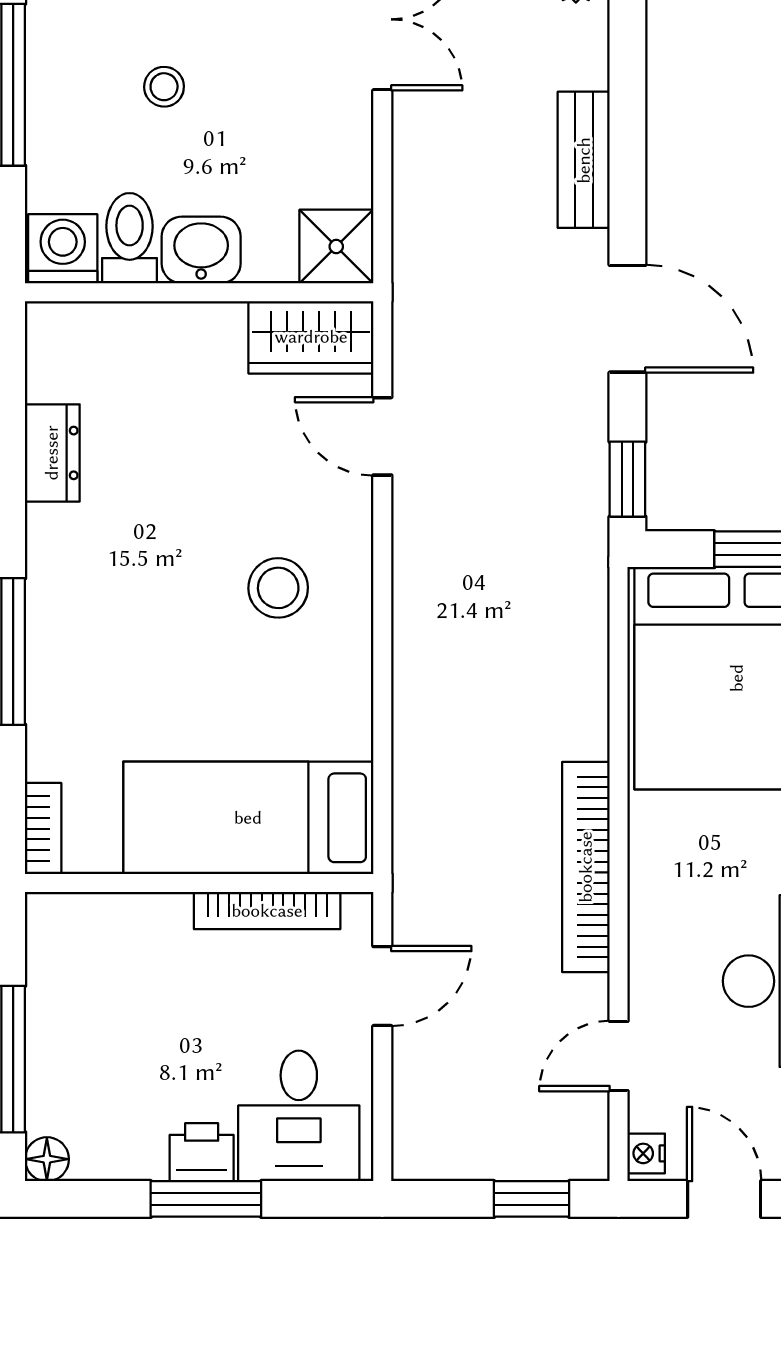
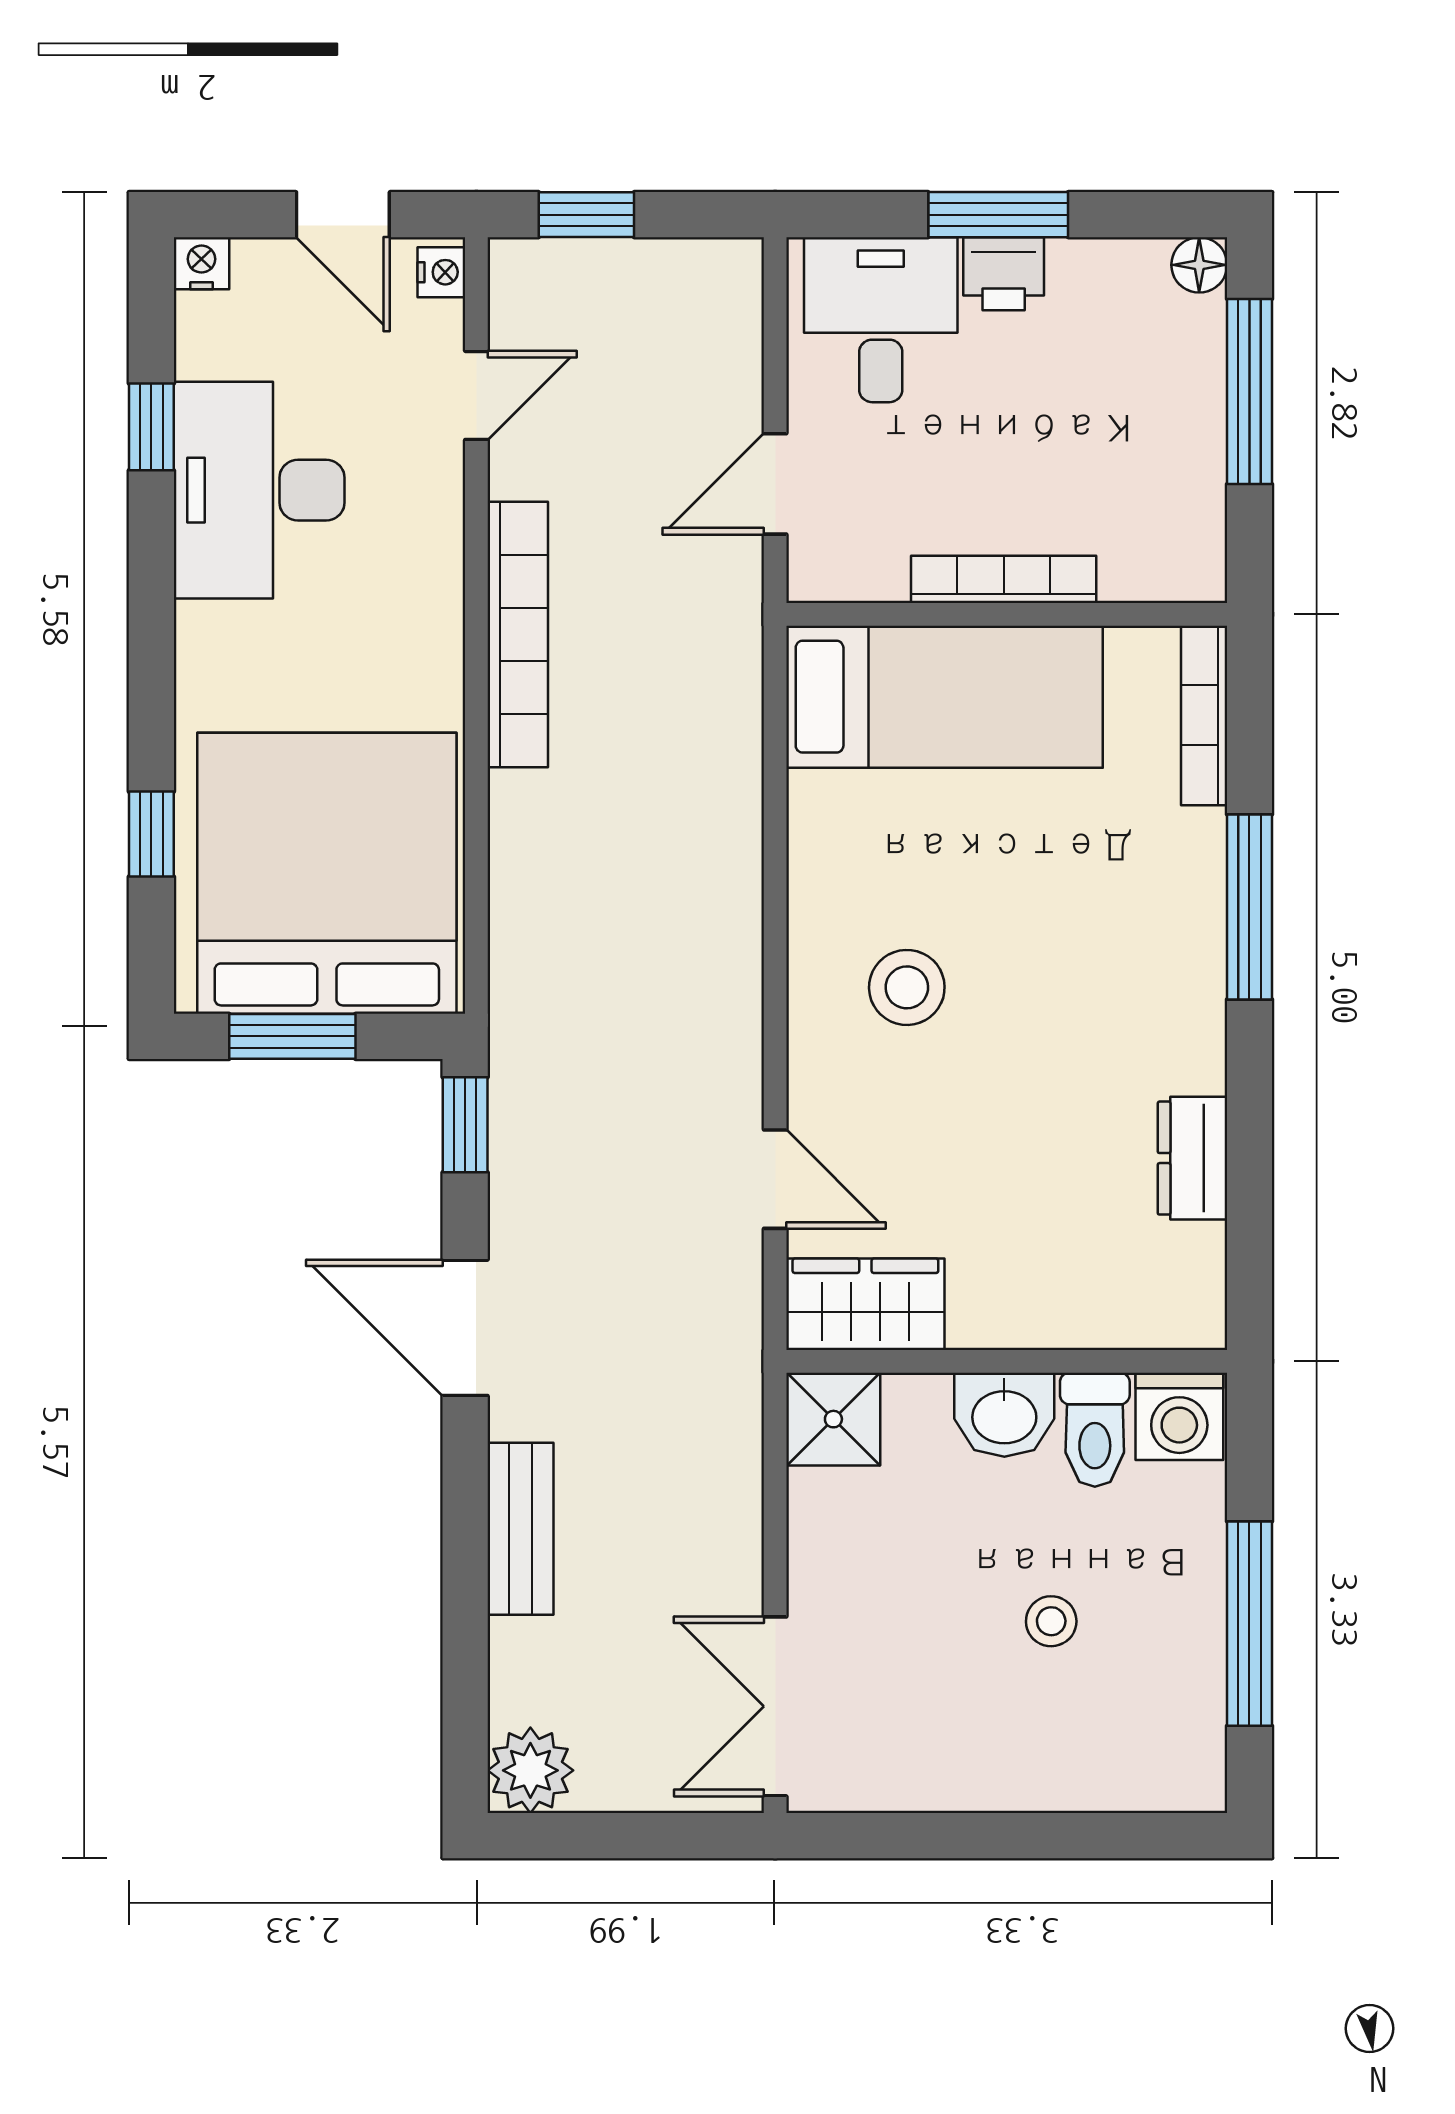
bookcase: (43, 829) -> (1204, 715), width x1.56
bookcase: (267, 911) -> (1004, 579), moved

